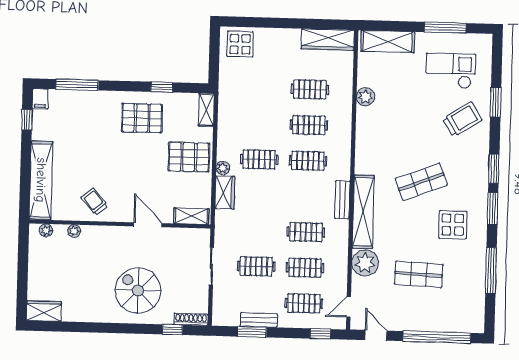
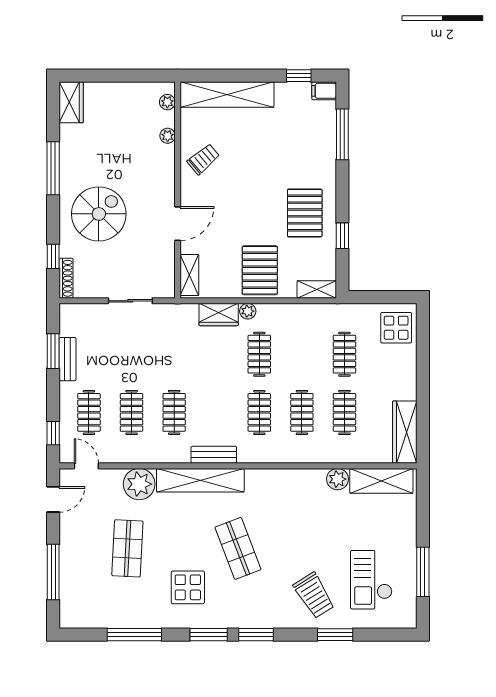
shelving: (388, 42) -> (381, 481), moved, turned 90
checkout: (451, 71) -> (371, 580), turned 180
clothes rail: (256, 266) -> (344, 354), moved
window: (99, 328) -> (53, 168), added
window: (437, 337) -> (53, 572), width x0.68

